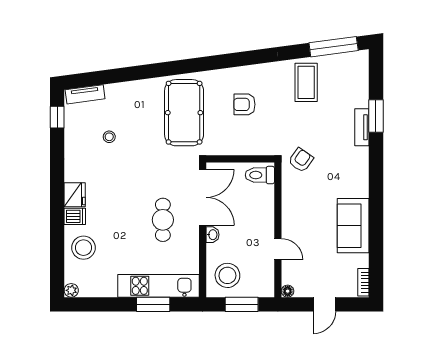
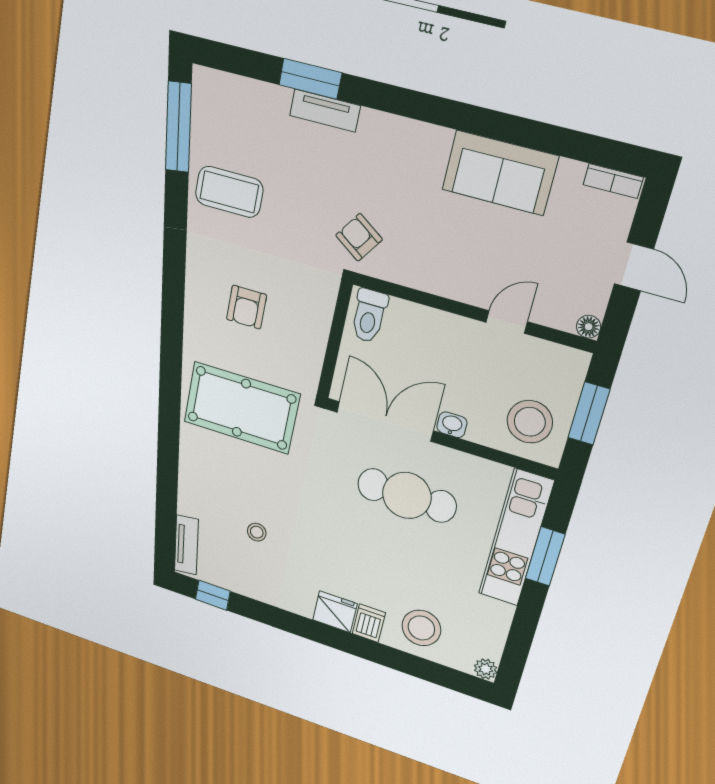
cafe table: (163, 220) -> (407, 495), width x1.37, depth x1.35

